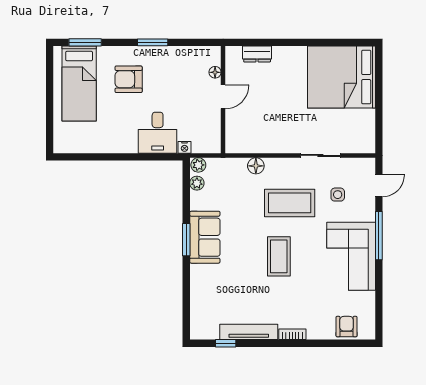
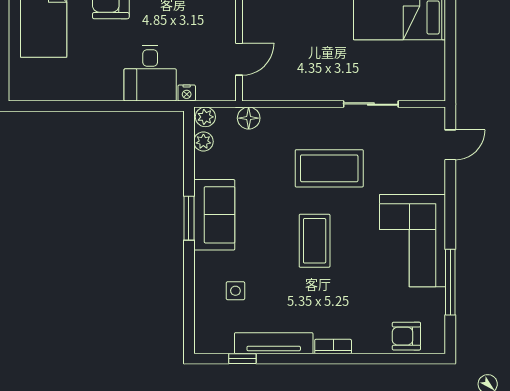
door: (223, 97) -> (239, 59), moved
floor lamp: (256, 166) -> (249, 118), moved
side table: (338, 195) -> (235, 291), moved
window: (379, 236) -> (450, 282), moved
armchair: (347, 327) -> (406, 336), turned -90

